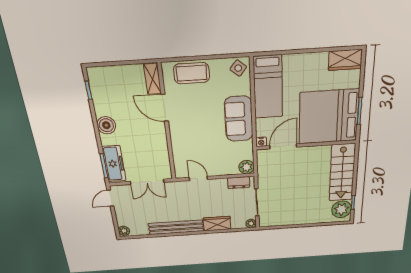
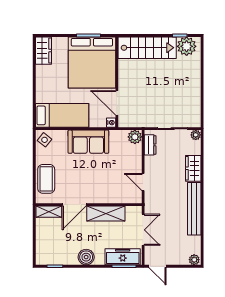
shelving: (159, 143) -> (106, 214), added
door: (198, 178) -> (143, 182), hinge flipped

